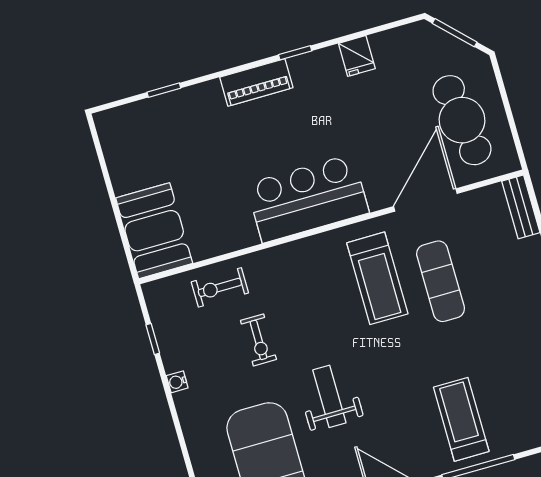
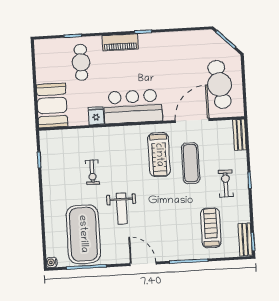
fridge: (357, 56) -> (96, 116), moved, turned 180
cafe table: (191, 137) -> (81, 62), added
exercise bike: (220, 287) -> (226, 184), moved, turned 90
water cooler: (177, 382) -> (47, 184), removed
weight bench: (329, 396) -> (122, 209), turned 180
treadmill: (461, 419) -> (211, 228), moved

